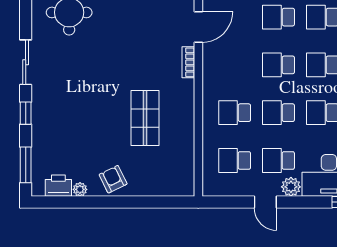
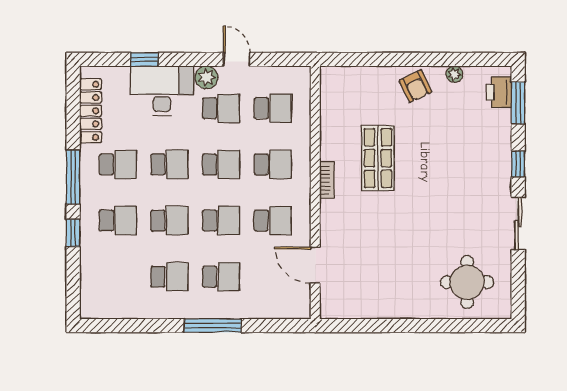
door: (198, 27) -> (315, 265), hinge flipped
bookcase: (188, 62) -> (327, 180), moved
school desk: (235, 65) -> (273, 221), added
printer: (58, 186) -> (499, 92), moved, turned 90

